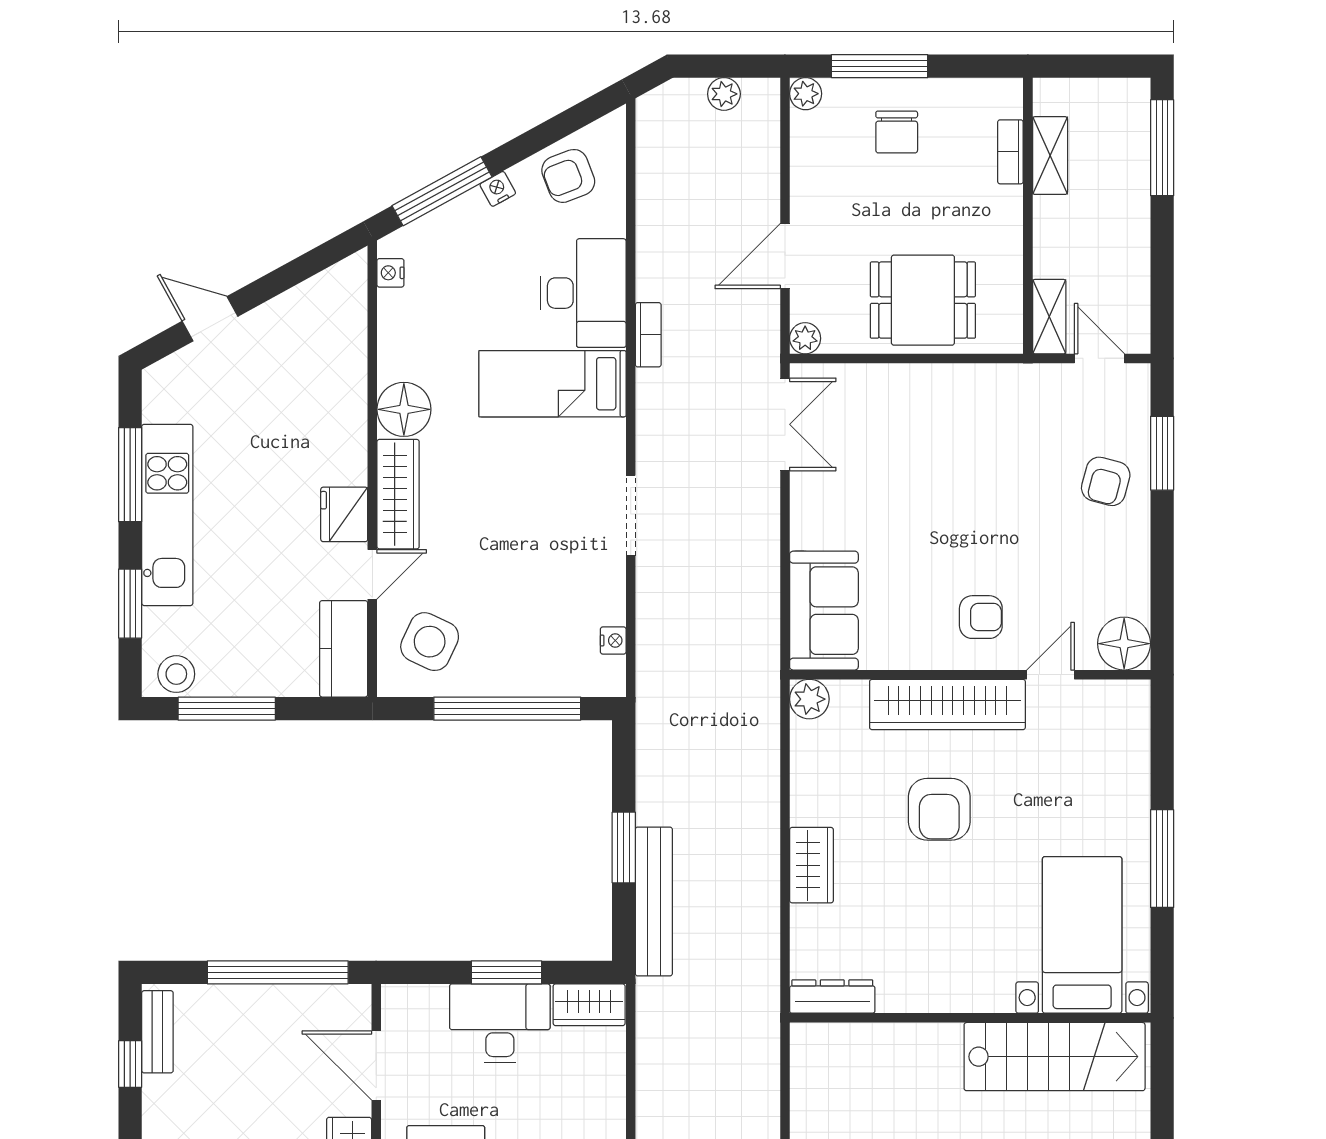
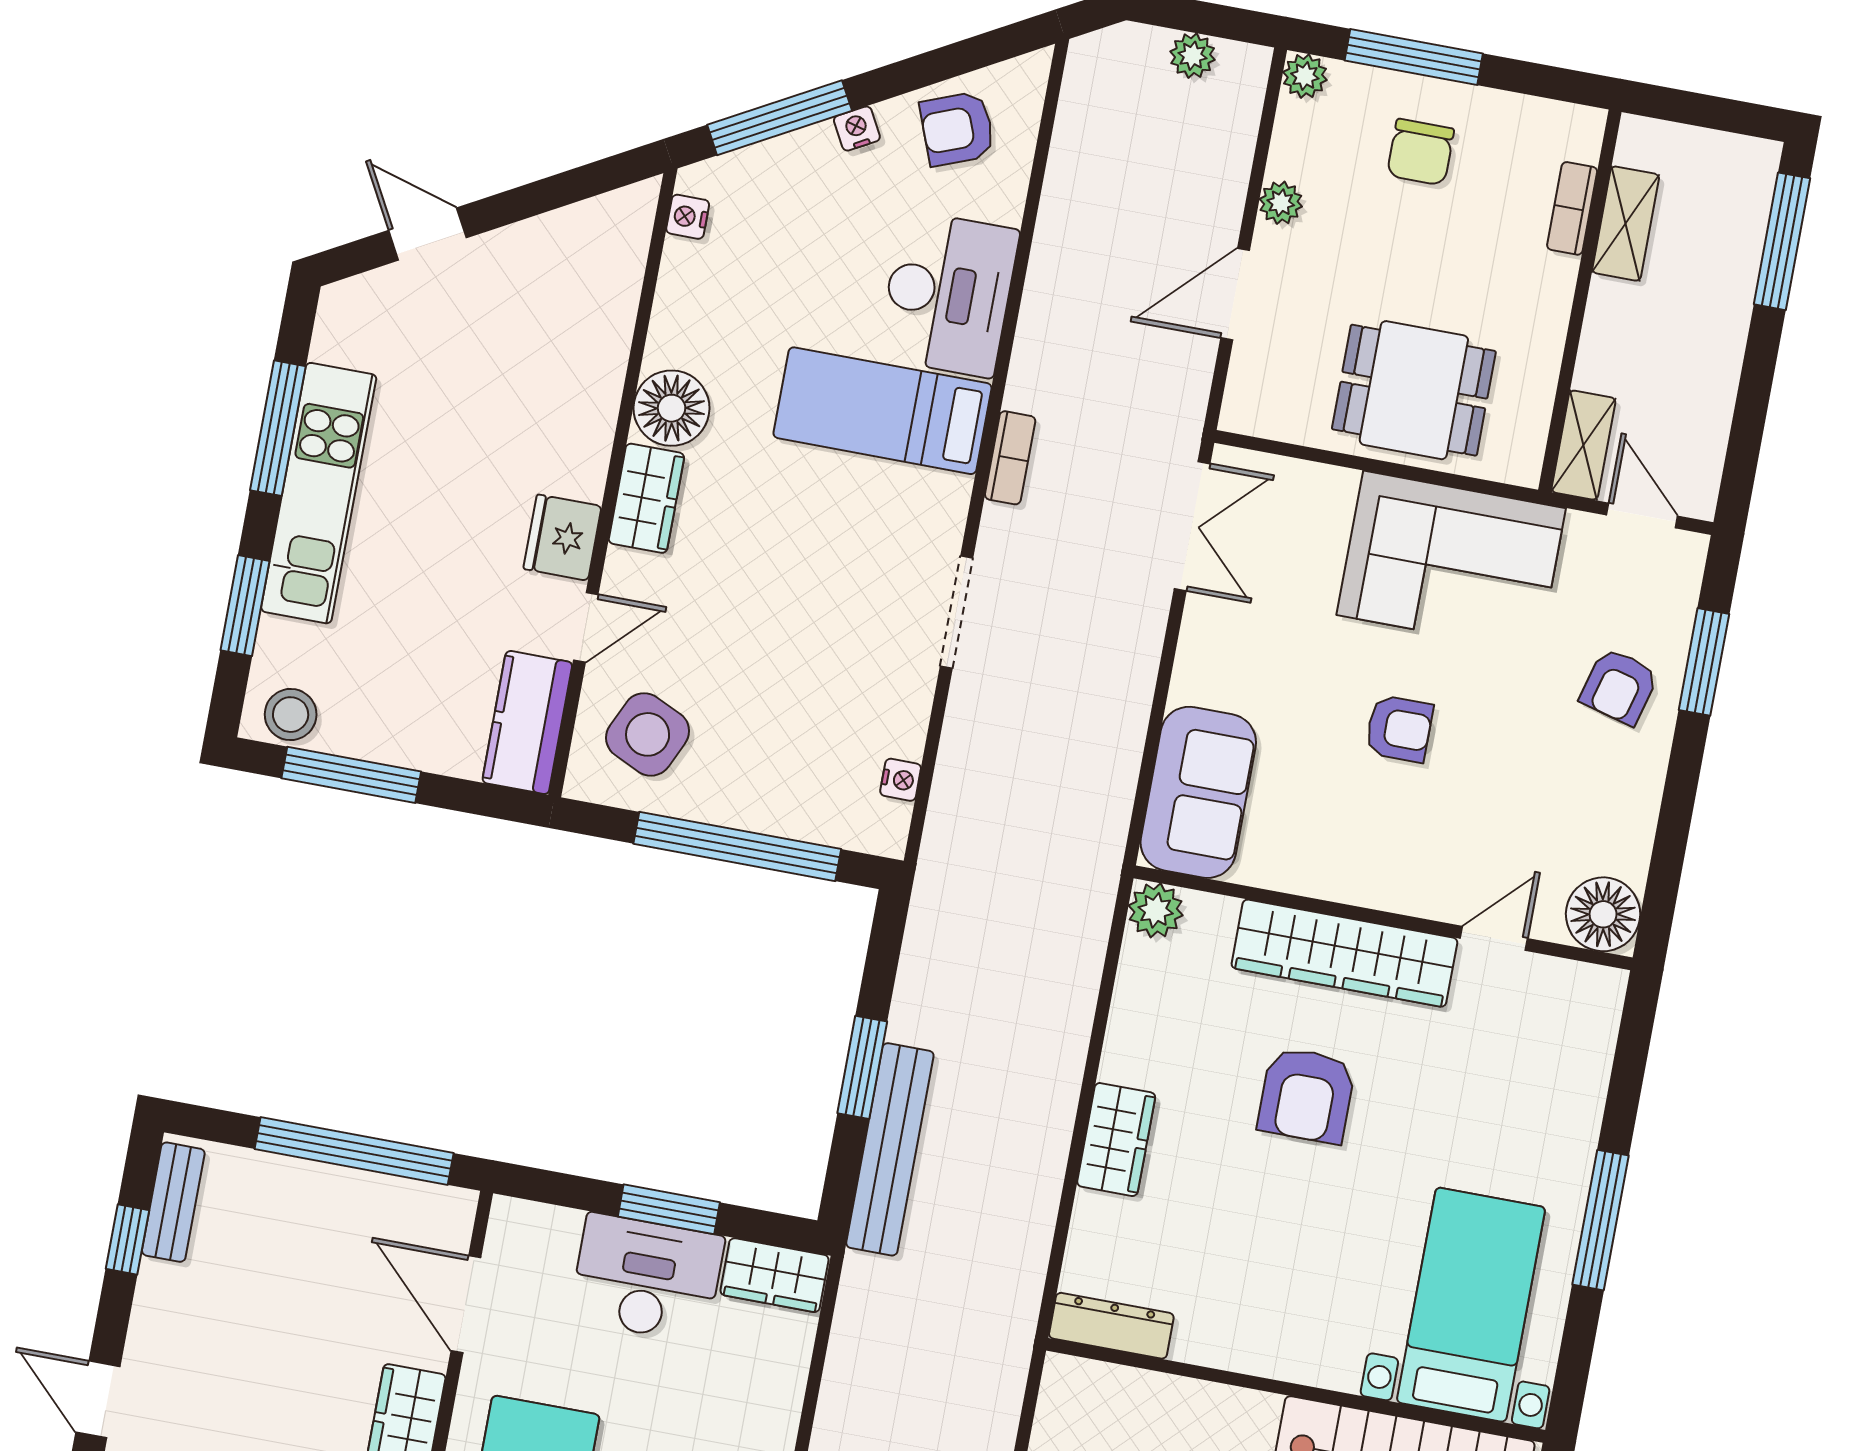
bookcase: (648, 335) -> (1010, 458), moved
plant: (805, 338) -> (1281, 203), moved
corner sofa: (971, 416) -> (1451, 562), added
wardrobe: (398, 494) -> (646, 498), width x0.67
armchair: (981, 617) -> (1399, 729), moved

